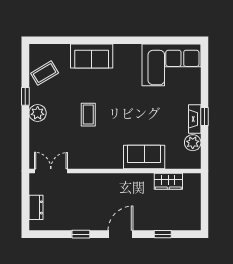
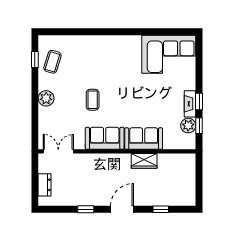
sofa: (92, 56) -> (105, 138), moved, turned 180
coffee table: (45, 73) -> (52, 62), turned -42
window: (25, 96) -> (35, 60), moved
window: (205, 143) -> (199, 126), added
wardrobe: (168, 181) -> (144, 161), moved

